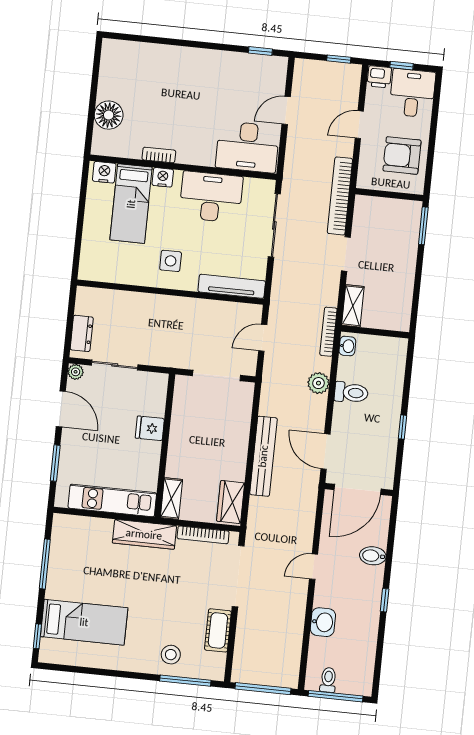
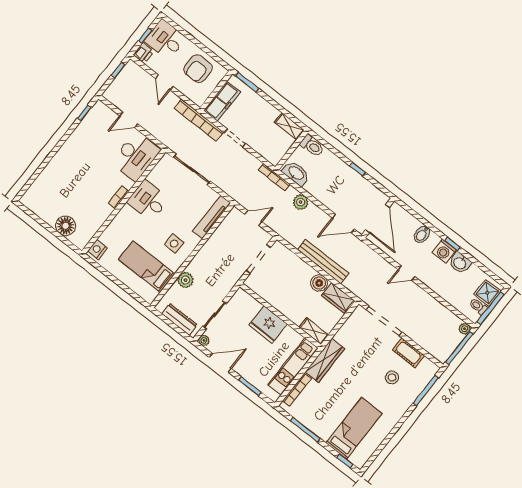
door: (286, 110) -> (129, 120), hinge flipped
bookcase: (159, 155) -> (119, 197), moved
nightstand: (163, 177) -> (122, 217), removed
desk: (211, 197) -> (148, 201), width x0.73
bed: (131, 204) -> (147, 267), moved, turned 180
freezer: (381, 210) -> (222, 101), added
plant: (135, 303) -> (186, 280), added
shelving: (353, 306) -> (289, 126), moved
dresser: (82, 333) -> (179, 319), width x1.44
door: (263, 338) -> (253, 218), swing flipped
washbasin: (347, 346) -> (296, 173), width x1.91, depth x1.45
toilet: (351, 393) -> (312, 146), moved, turned 90
fridge: (150, 428) -> (268, 325), width x1.88, depth x1.34
boiler: (234, 468) -> (319, 283), added
bookcase: (203, 535) -> (297, 390), moved
door: (314, 567) -> (406, 273), hinge flipped
washing machine: (369, 596) -> (444, 251), added
washbasin: (323, 622) -> (460, 263), moved, turned 180
stool: (171, 655) -> (392, 377), moved
plant: (291, 680) -> (465, 329), added
shower: (352, 680) -> (487, 293), added

